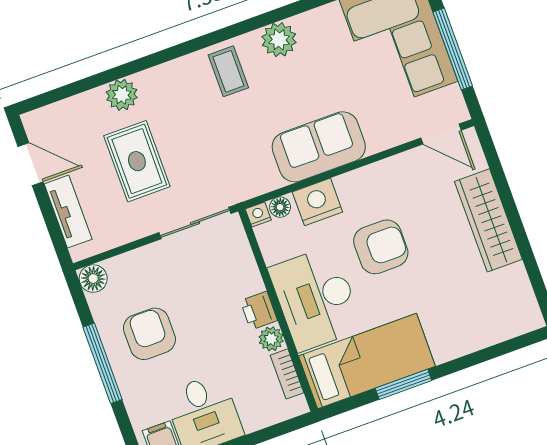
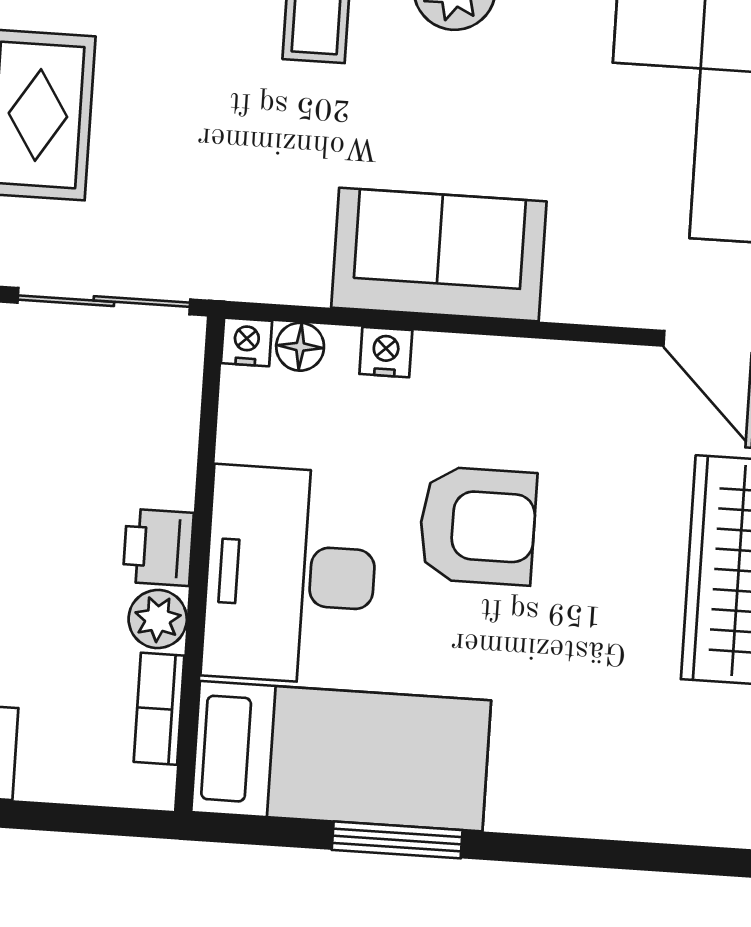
nightstand: (317, 202) -> (386, 352), width x0.53, depth x0.56

